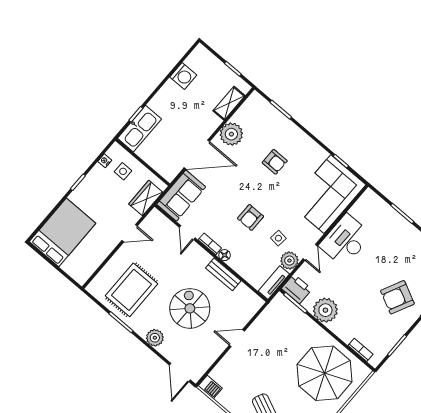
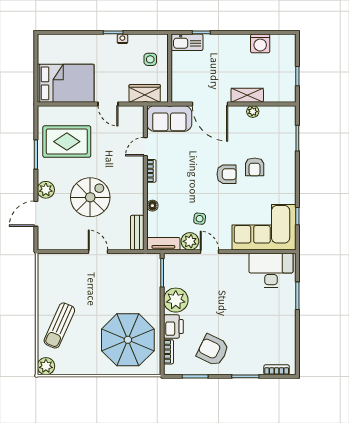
shelving: (229, 103) -> (247, 95), moved
kitchen sink: (139, 129) -> (187, 42), width x0.73, depth x0.81
plant: (231, 134) -> (253, 112), width x0.53, depth x0.53
nightstand: (105, 161) -> (122, 39), moved
armchair: (251, 217) -> (227, 174), moved, turned 180
bed: (62, 232) -> (66, 83), moved
desk: (345, 240) -> (271, 270), moved
door: (310, 252) -> (209, 252), swing flipped
floor lamp: (225, 255) -> (152, 206), moved
bench: (223, 274) -> (137, 233), moved
printer: (297, 289) -> (173, 327), moved
armchair: (397, 297) -> (213, 350), moved
door: (180, 372) -> (36, 214), moved
barbecue: (210, 387) -> (44, 263), removed

